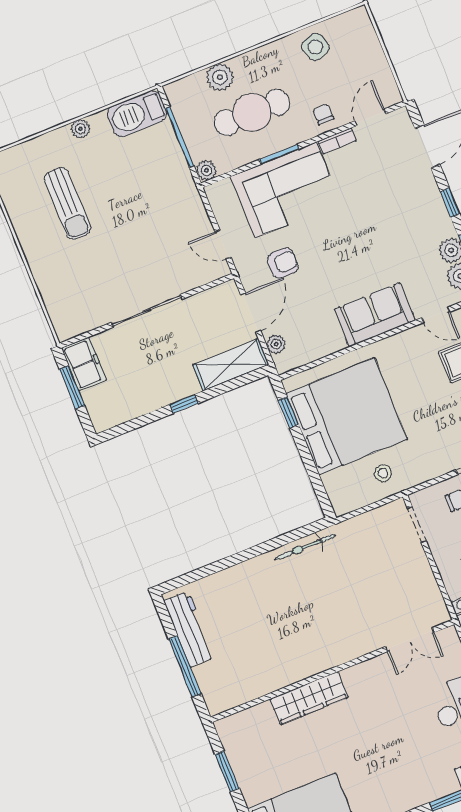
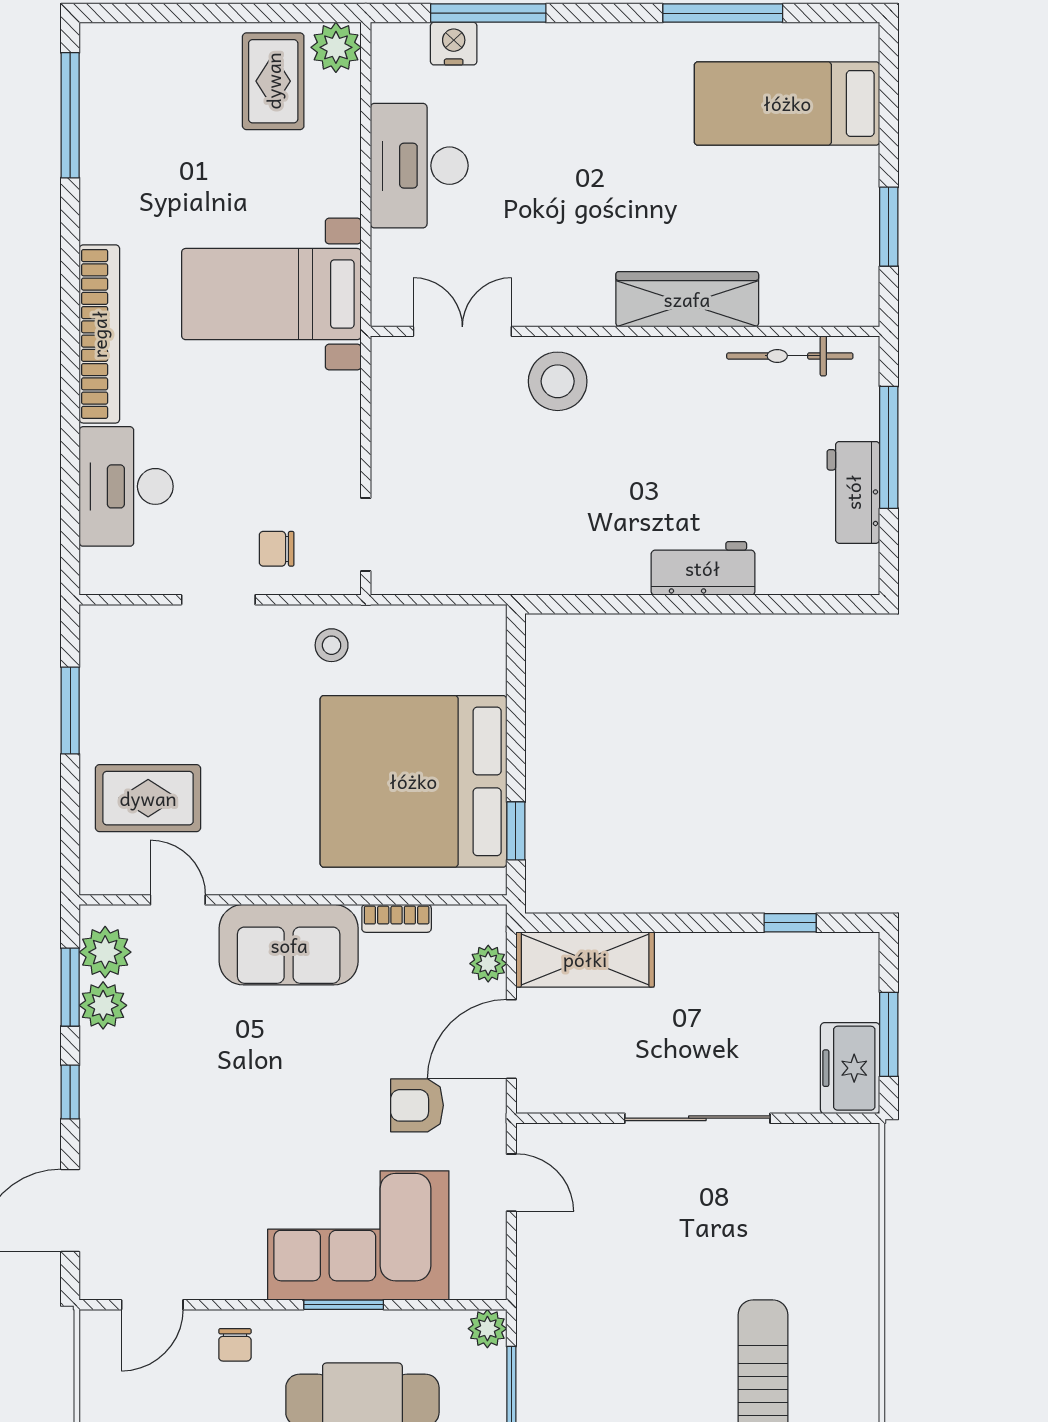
bookcase: (337, 141) -> (397, 918), moved, turned 180
window: (184, 404) -> (790, 923), moved
stool: (383, 473) -> (332, 645), moved
bicycle: (305, 547) -> (790, 356), moved, turned 180
workbench: (250, 573) -> (703, 568), added
workbench: (189, 629) -> (853, 492), width x0.73
stool: (355, 634) -> (558, 381), added

